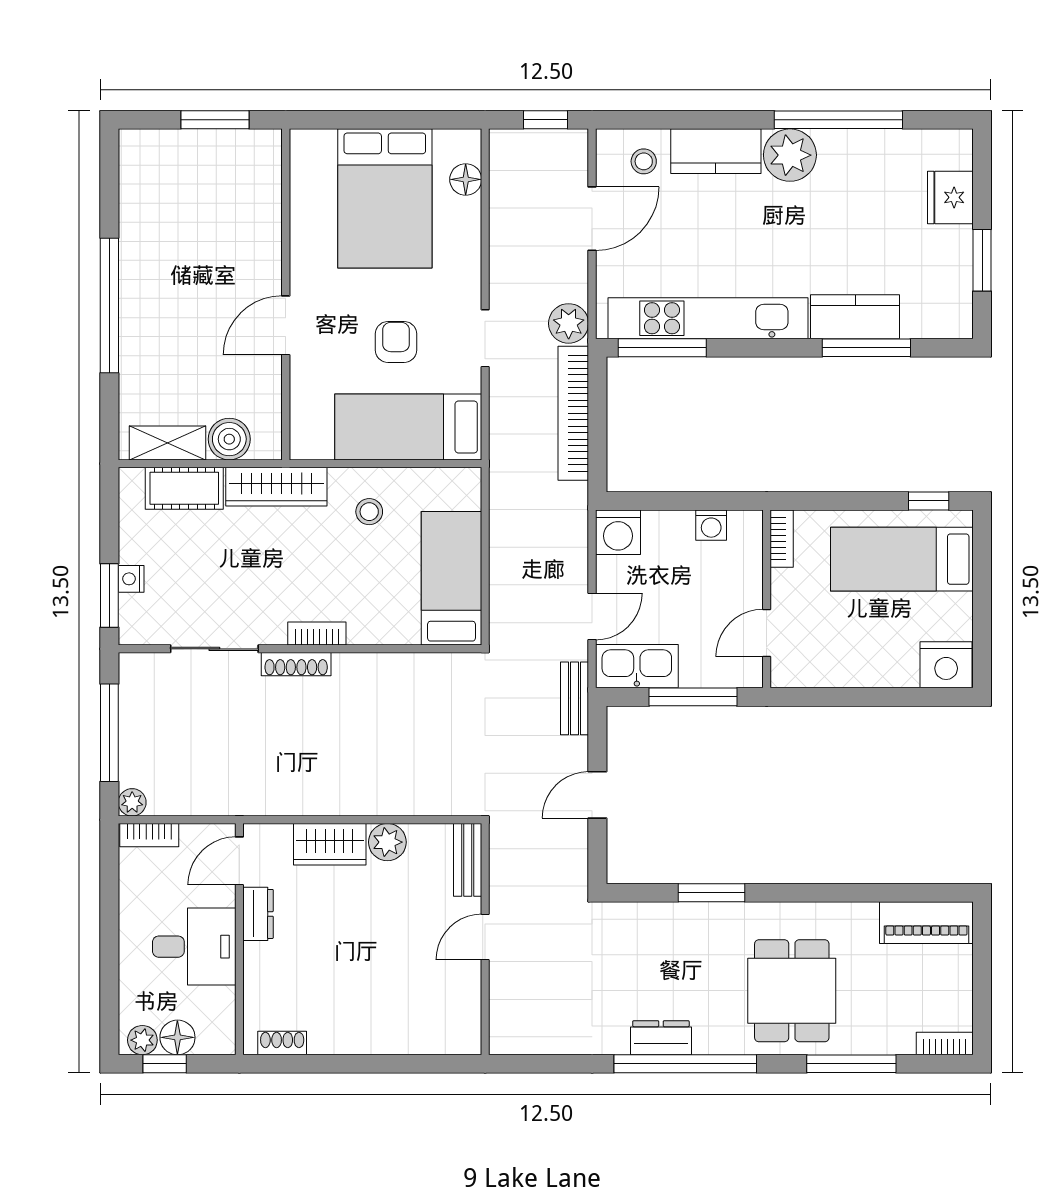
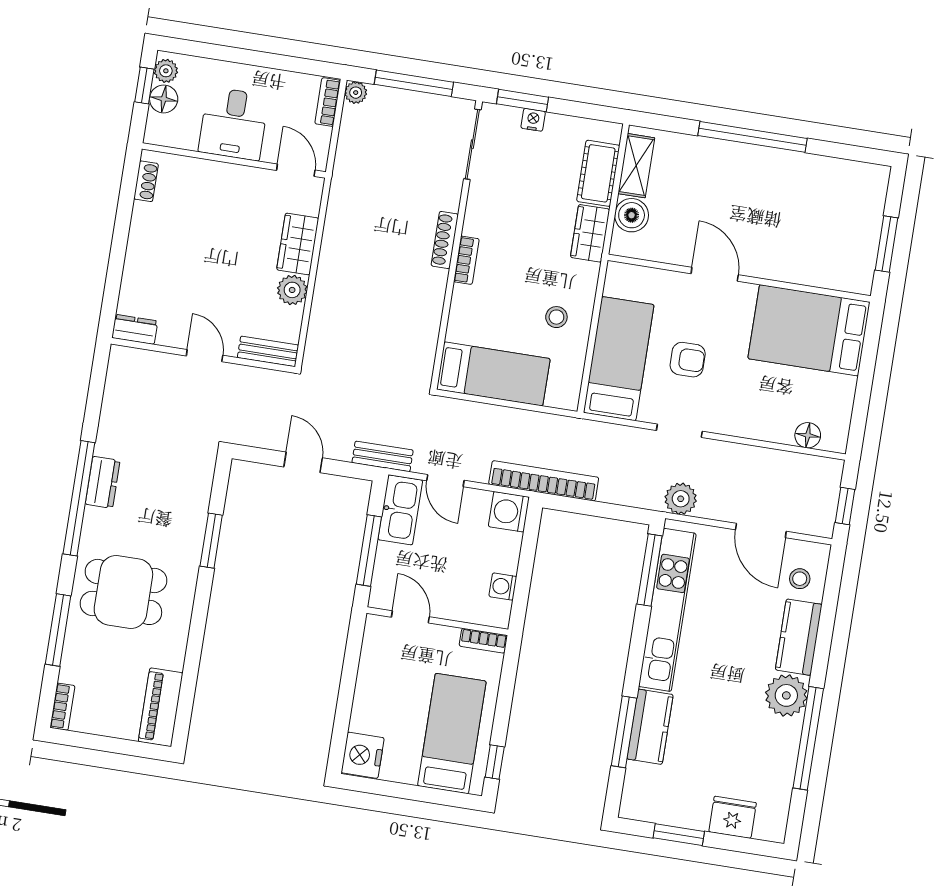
bed: (385, 198) -> (809, 330), moved
bookcase: (573, 413) -> (544, 481), moved
wardrobe: (276, 487) -> (590, 233), width x0.67
sliding door: (214, 649) -> (472, 144), moved
dresser: (258, 914) -> (135, 329), moved, turned 180

